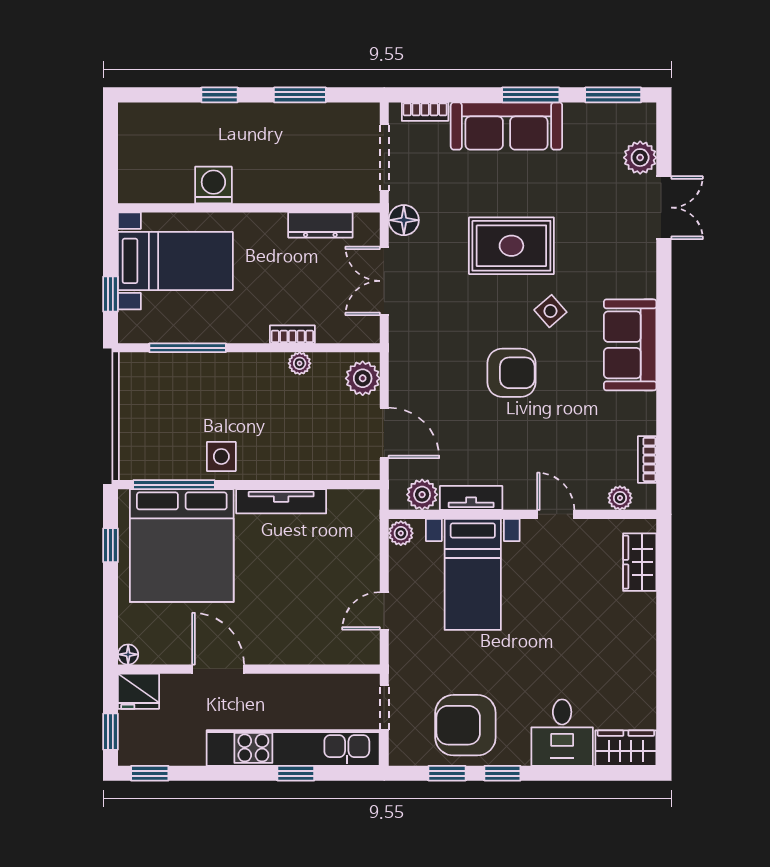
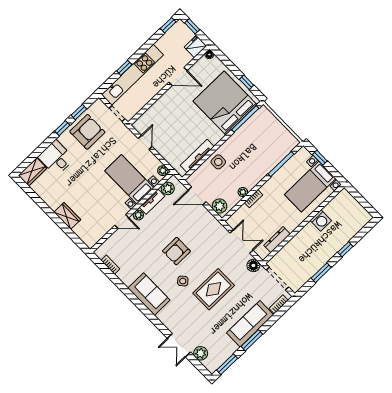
side table: (221, 456) -> (218, 162), moved
plant: (620, 498) -> (138, 215), moved
tv unit: (281, 501) -> (197, 156), moved
wardrobe: (640, 562) -> (67, 216), moved

